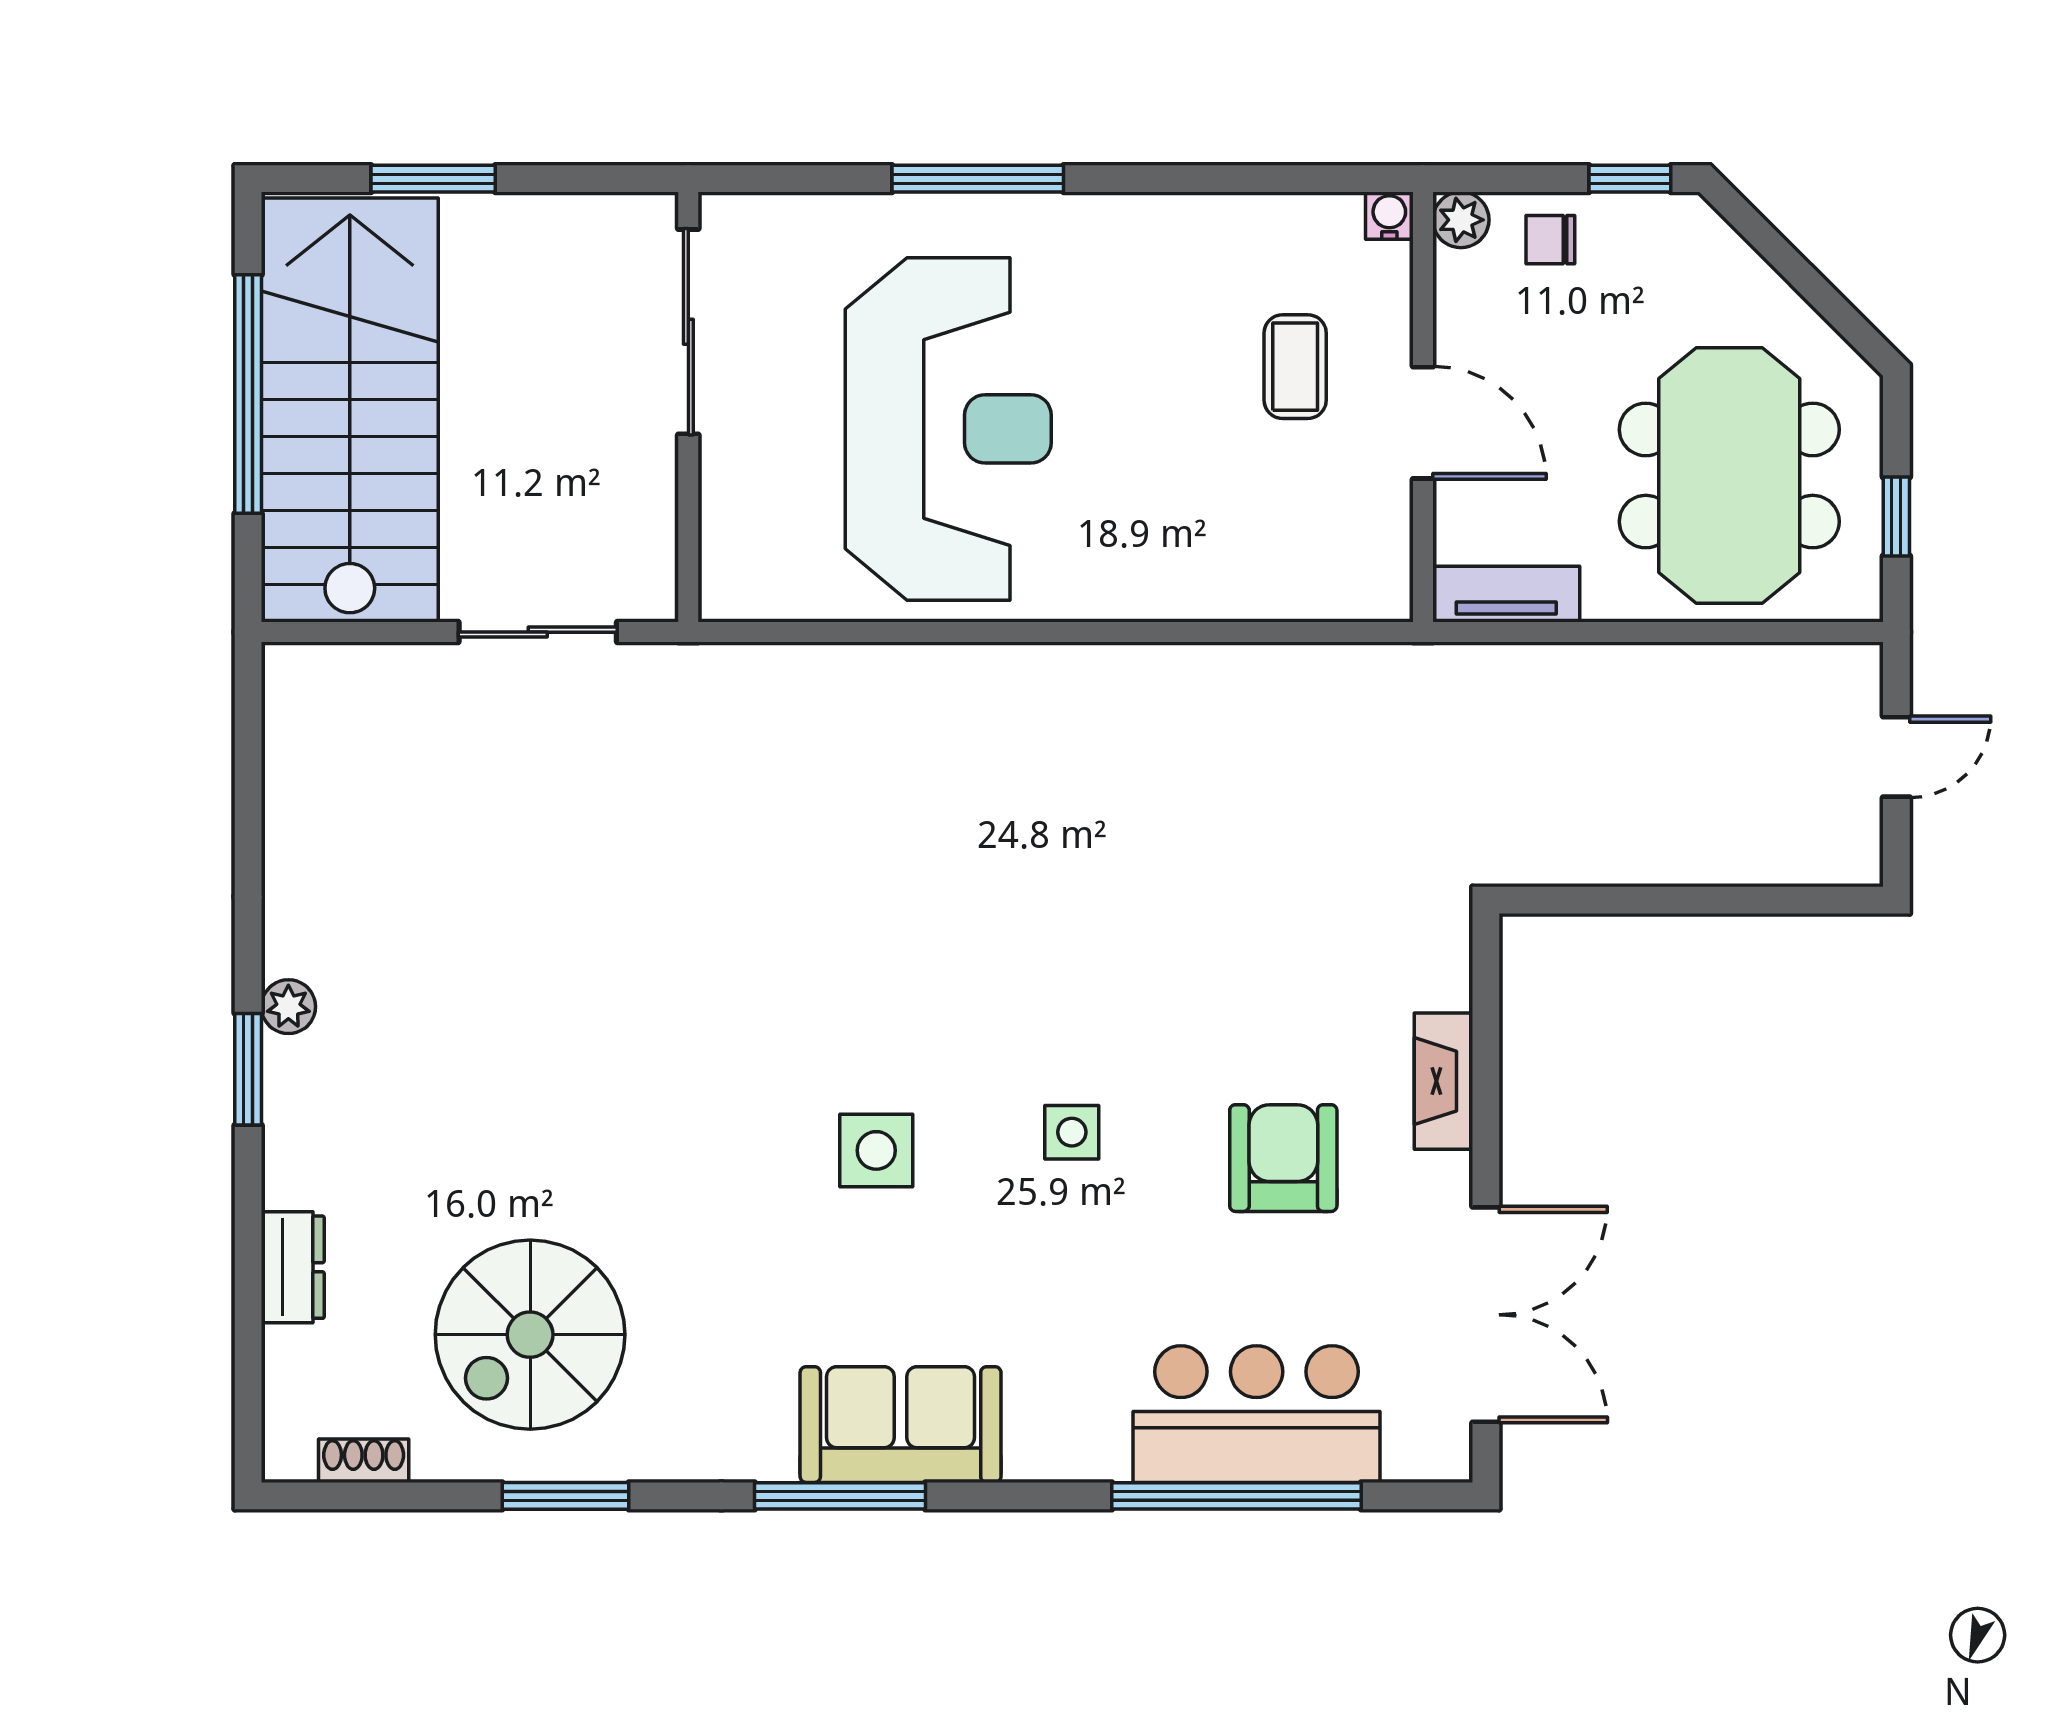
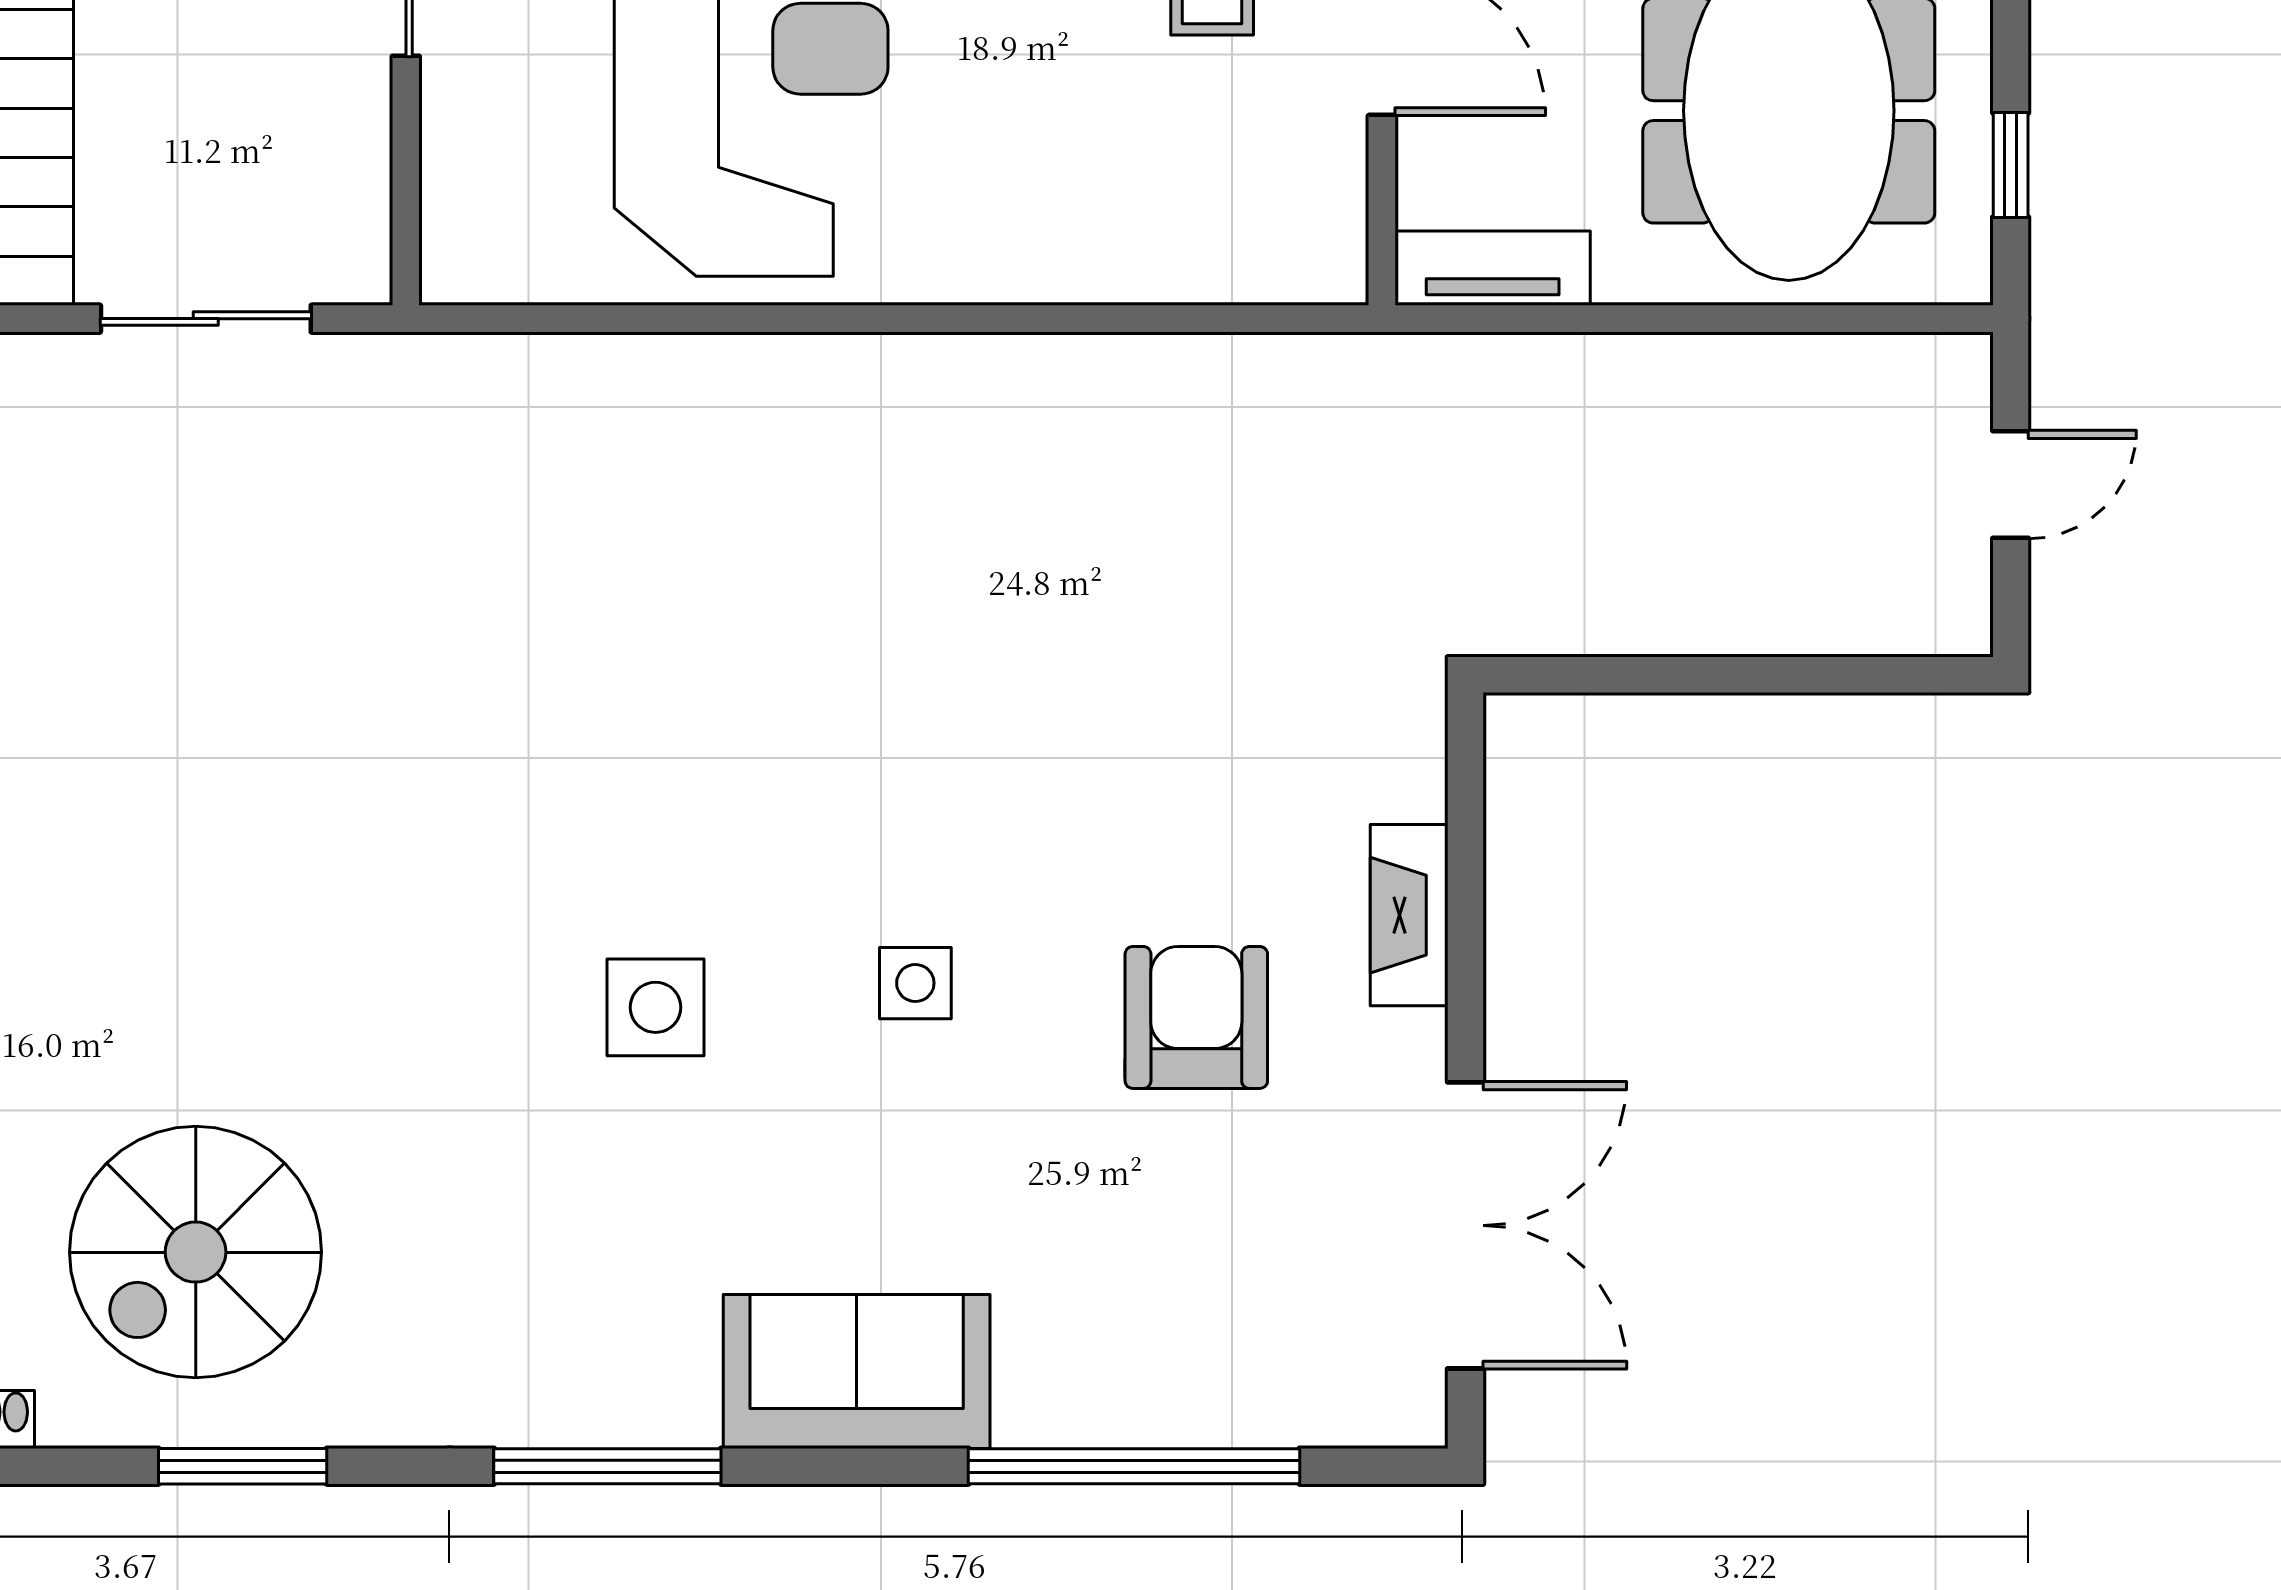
bar counter: (1257, 1414) -> (1161, 1358), removed
sofa: (901, 1425) -> (857, 1372), moved

